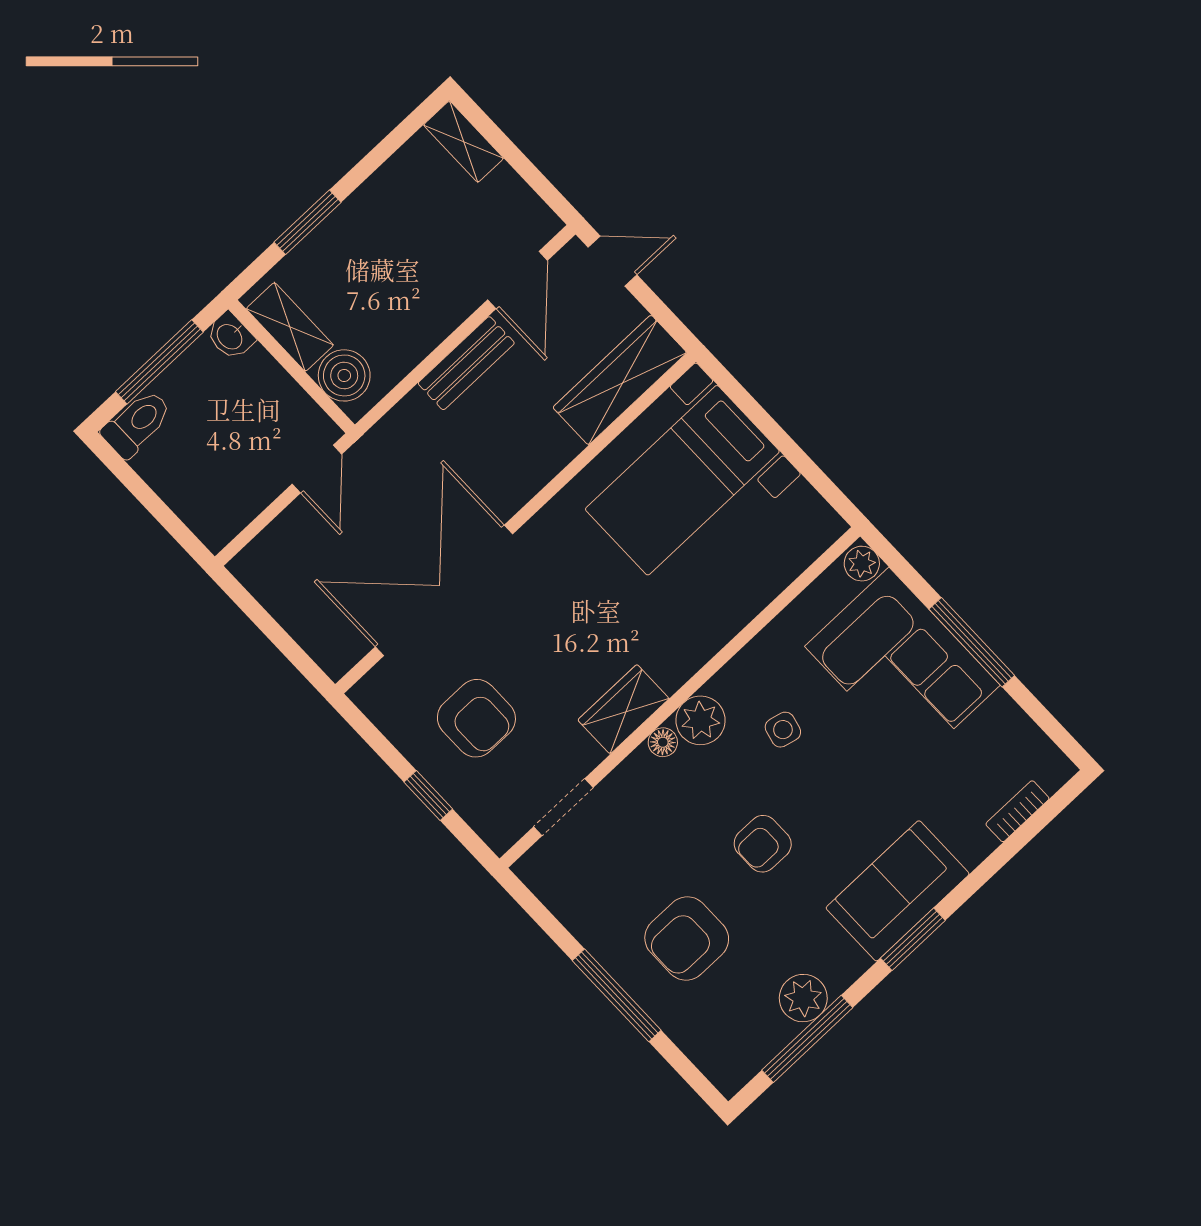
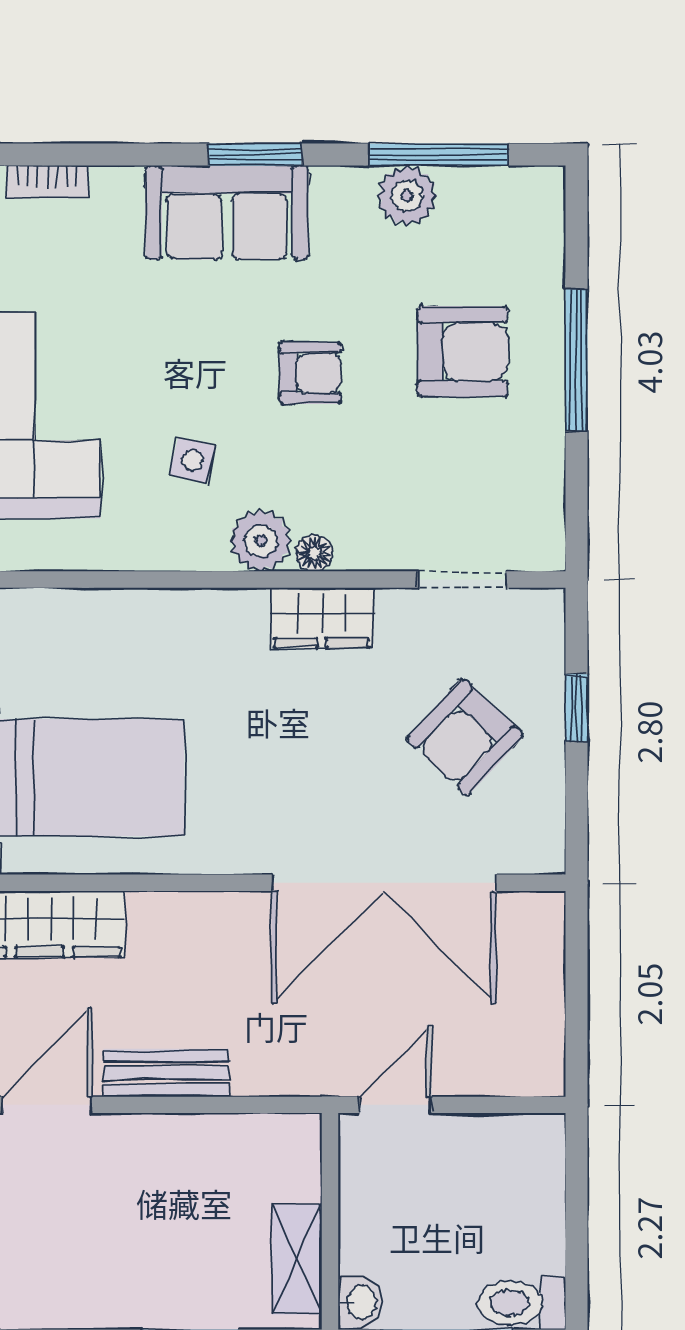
boiler: (344, 375) -> (289, 1167), removed
armchair: (476, 718) -> (465, 737), turned -137

